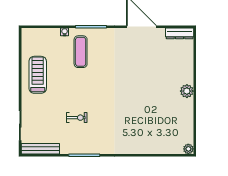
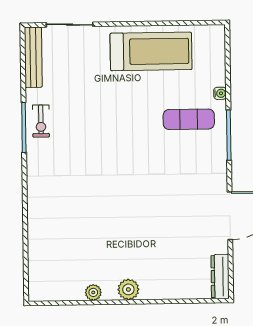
treadmill: (38, 75) -> (151, 51), width x1.37, depth x1.38
exercise bike: (77, 118) -> (41, 121), moved
plant: (188, 149) -> (93, 292), moved

